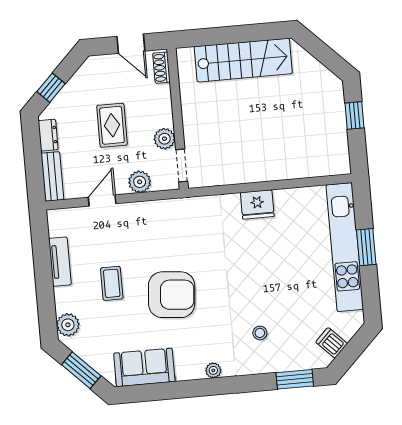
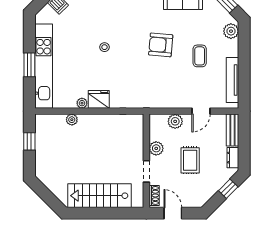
window: (355, 115) -> (29, 141), moved
doorway: (182, 165) -> (146, 171), moved
plant: (295, 170) -> (72, 120), added
plant: (282, 197) -> (82, 103), added
tv unit: (60, 262) -> (233, 80), width x1.41
armchair: (172, 295) -> (161, 45), width x0.73, depth x0.73
stool: (260, 333) -> (104, 47), moved

